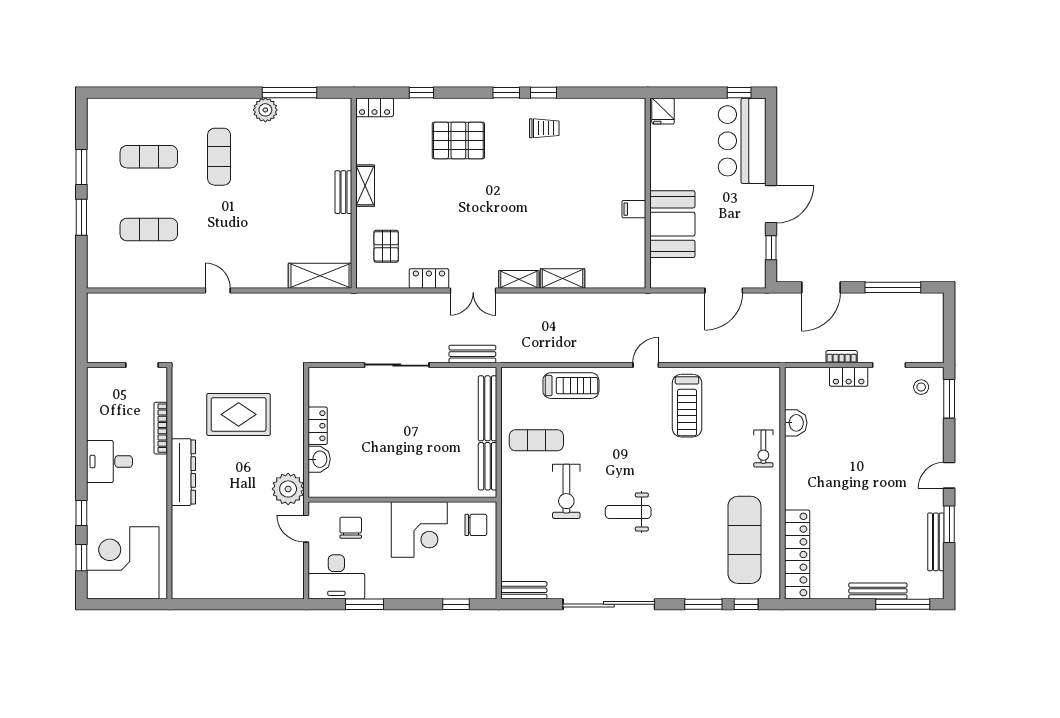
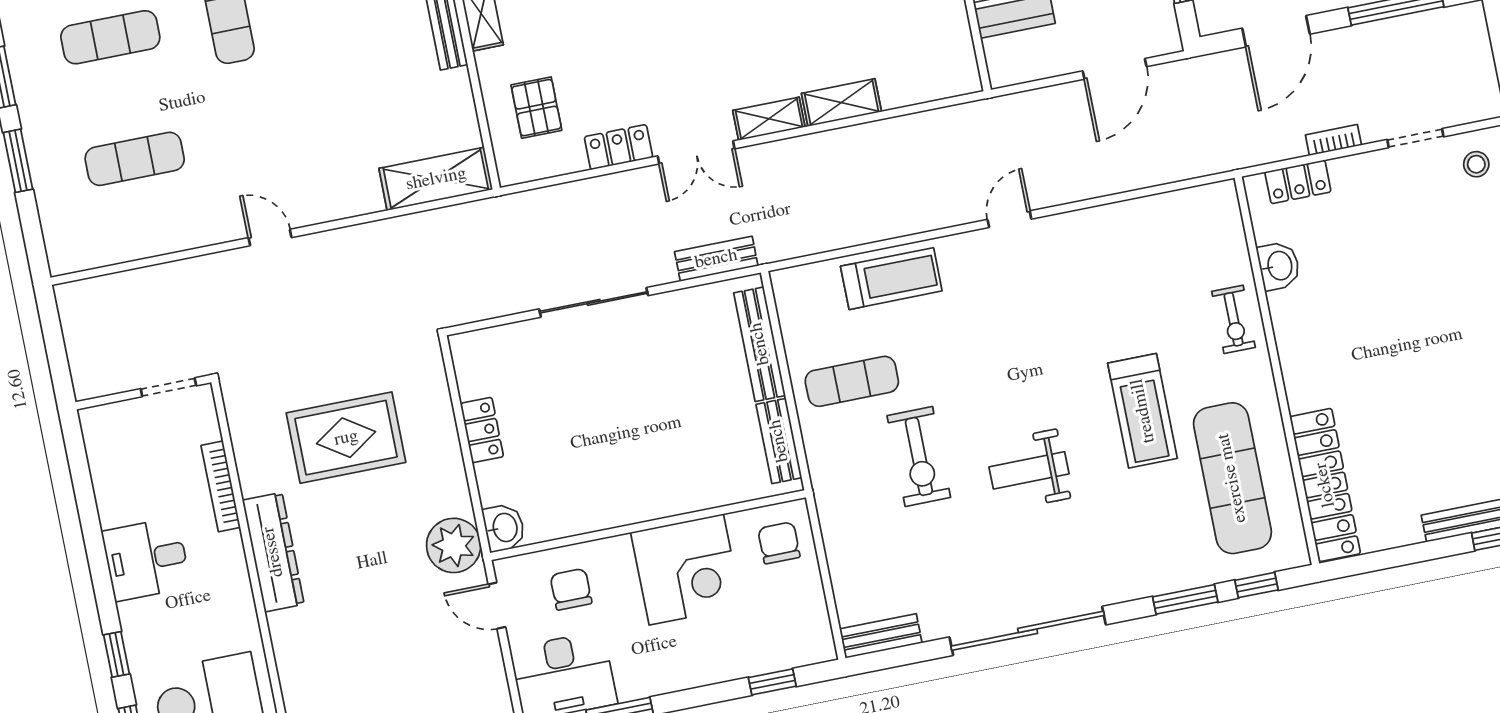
locker: (849, 377) -> (1298, 182), moved
treadmill: (687, 406) -> (1143, 411), moved
washbasin: (319, 459) -> (504, 528), moved
chair: (476, 525) -> (779, 543), turned -90

